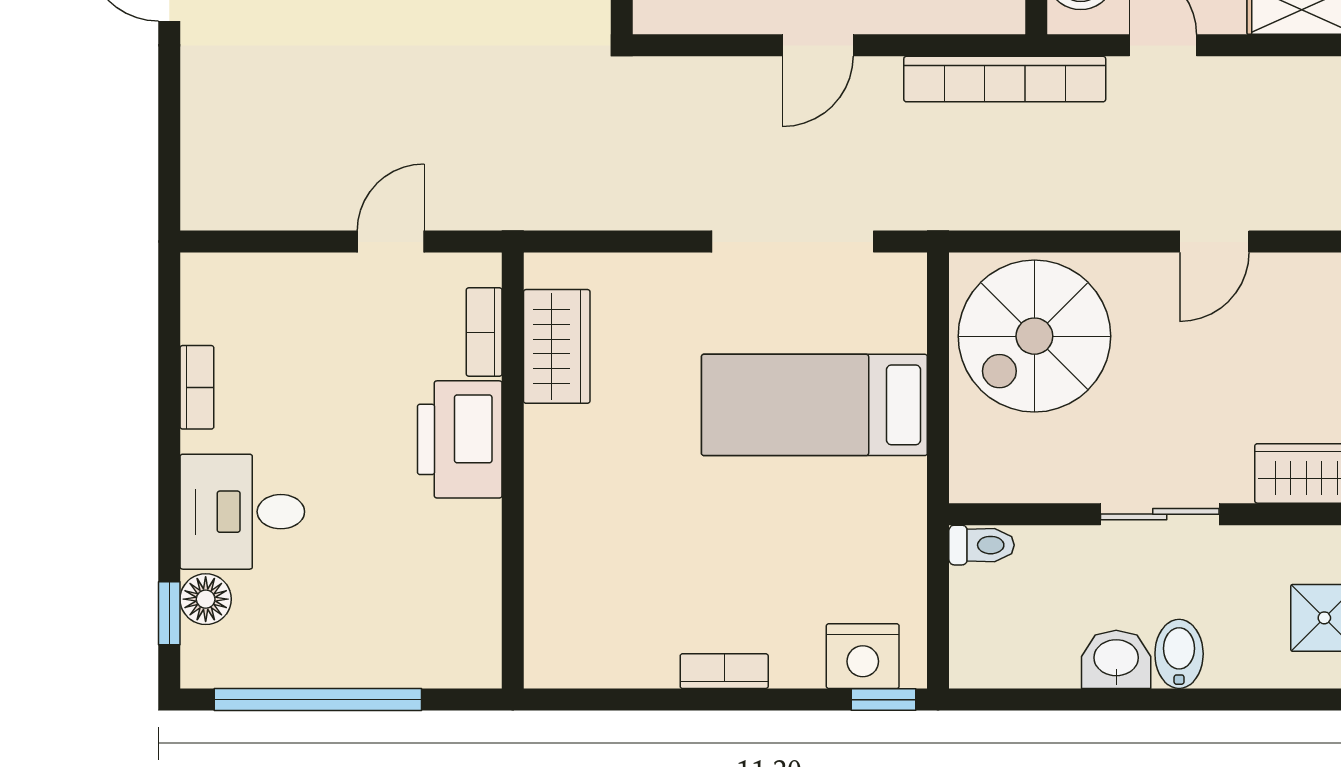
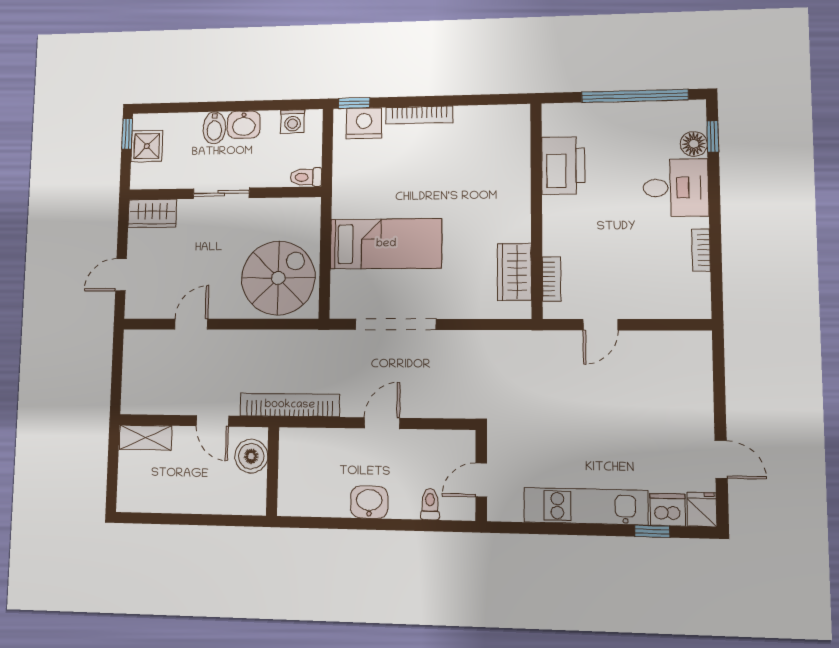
printer: (460, 439) -> (563, 166), moved
washing machine: (1012, 664) -> (293, 121), added
bookcase: (724, 671) -> (419, 115), width x1.56

